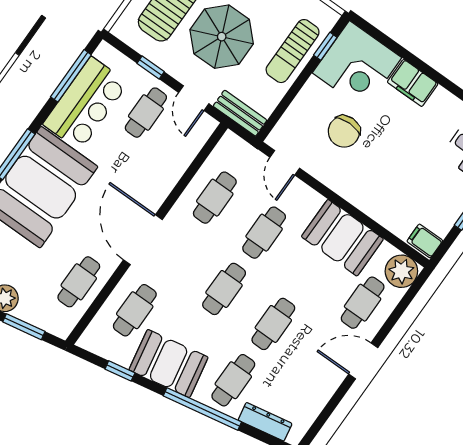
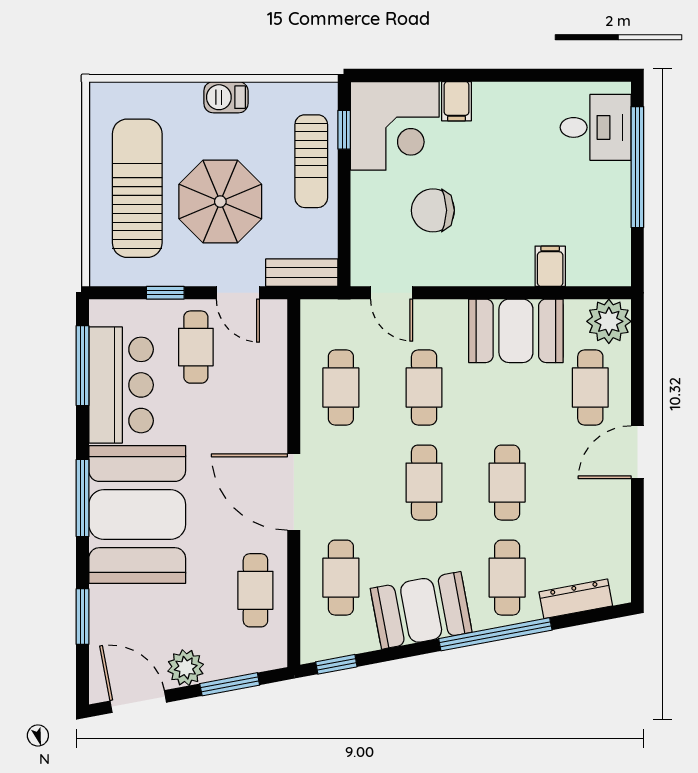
filing cabinet: (413, 83) -> (457, 101), width x0.50
chair: (344, 131) -> (433, 210), turned 90
filing cabinet: (425, 241) -> (550, 266), moved, turned 90
window: (120, 371) -> (336, 664), moved

